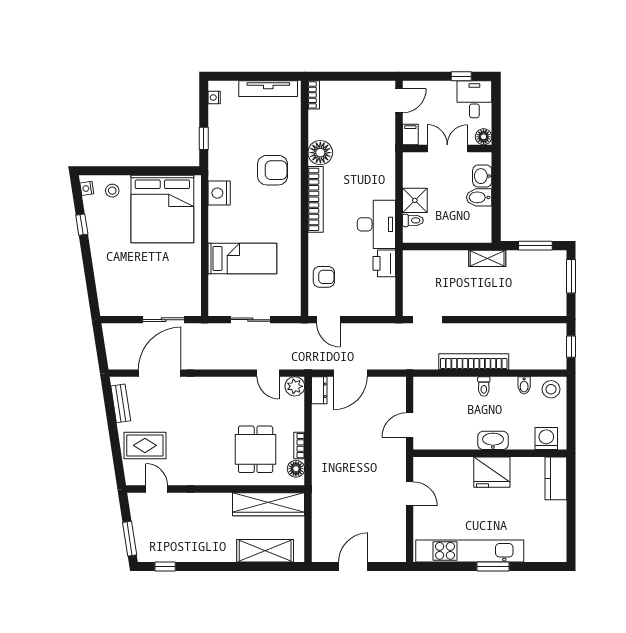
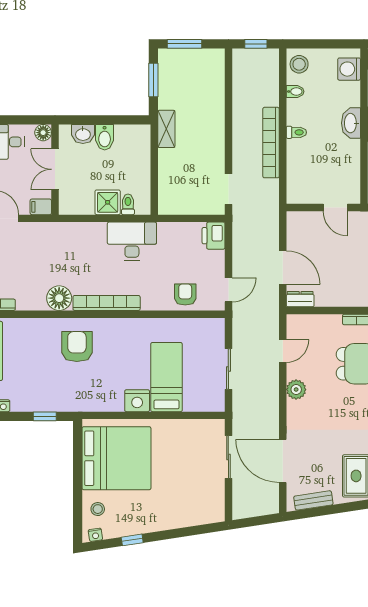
nightstand: (219, 193) -> (137, 401), moved
printer: (384, 263) -> (214, 236), moved, turned 90
plant: (295, 386) -> (296, 389), moved

